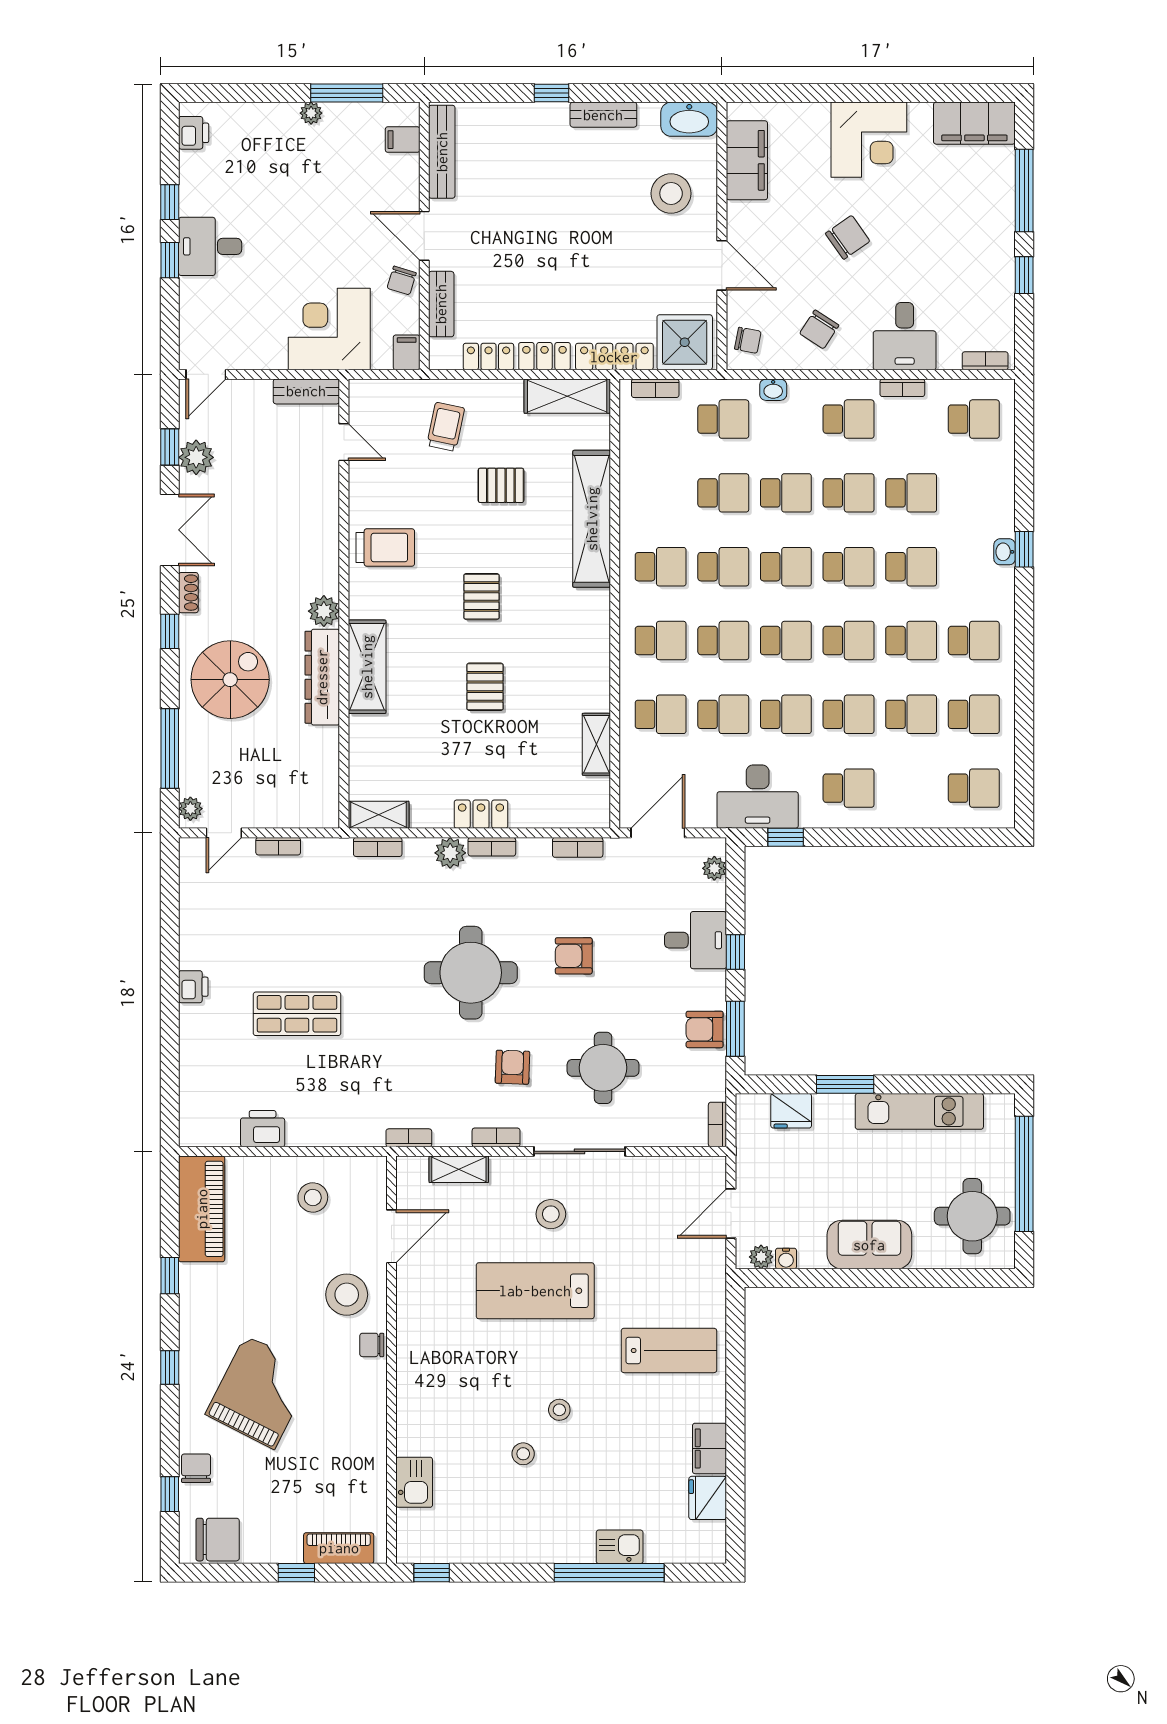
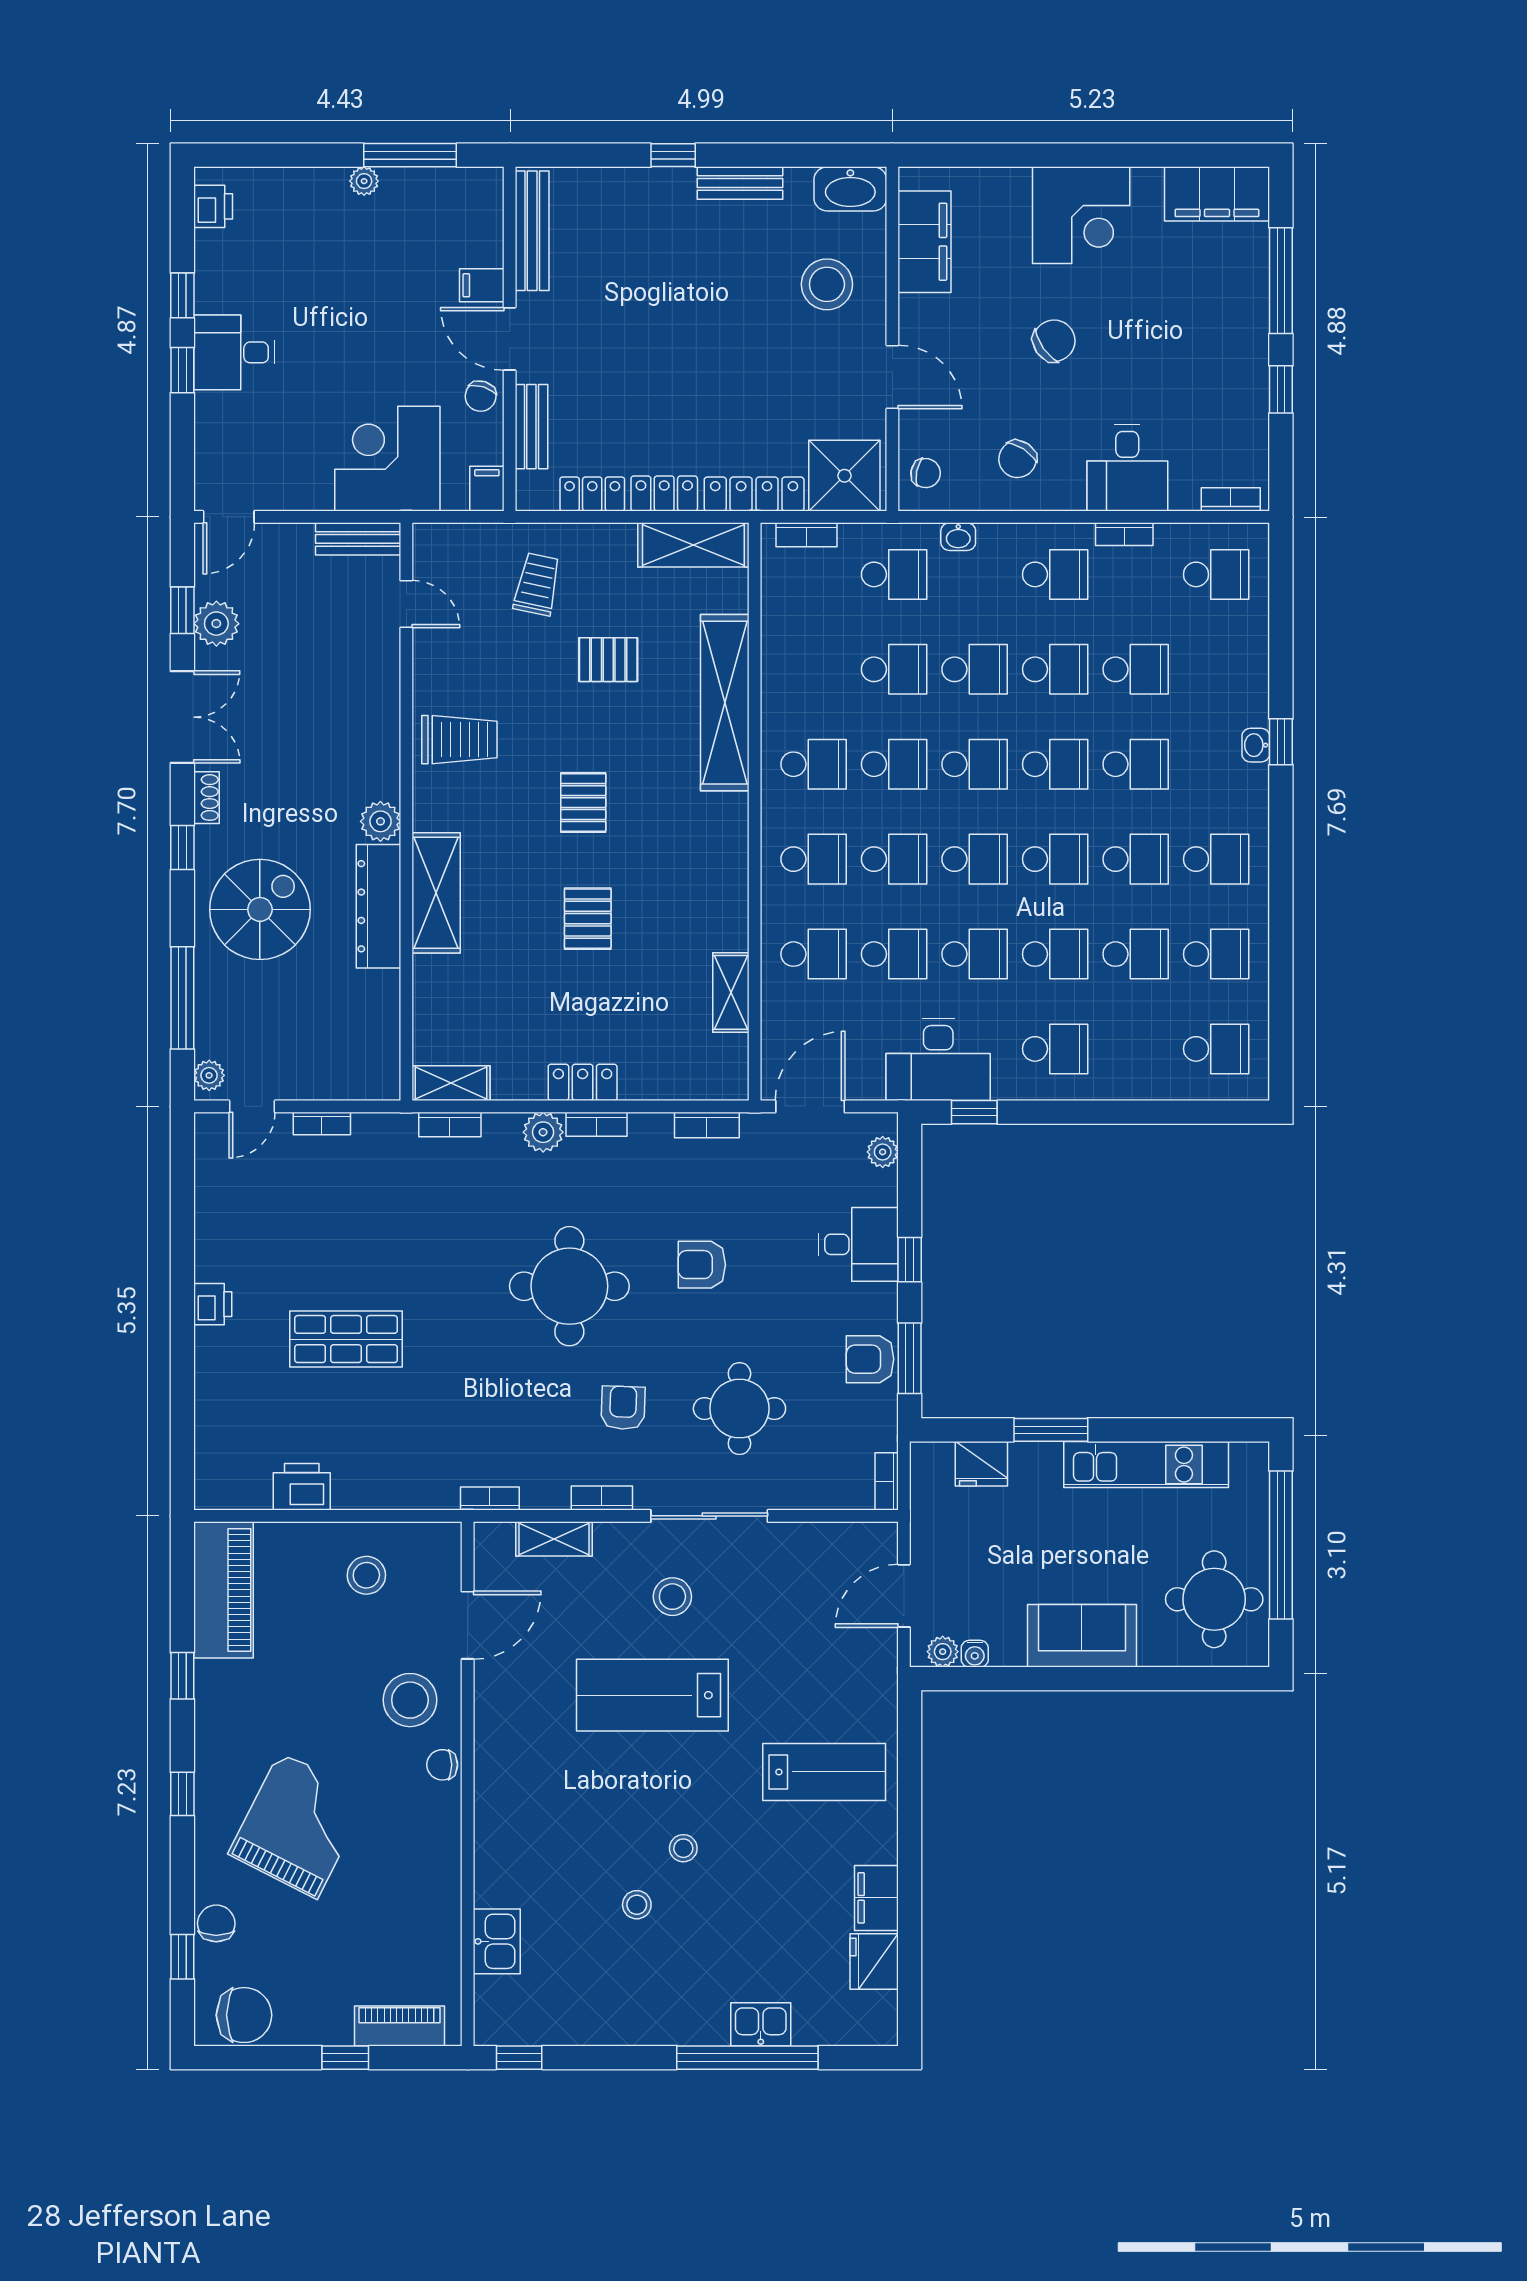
filing cabinet: (403, 140) -> (482, 285), moved

